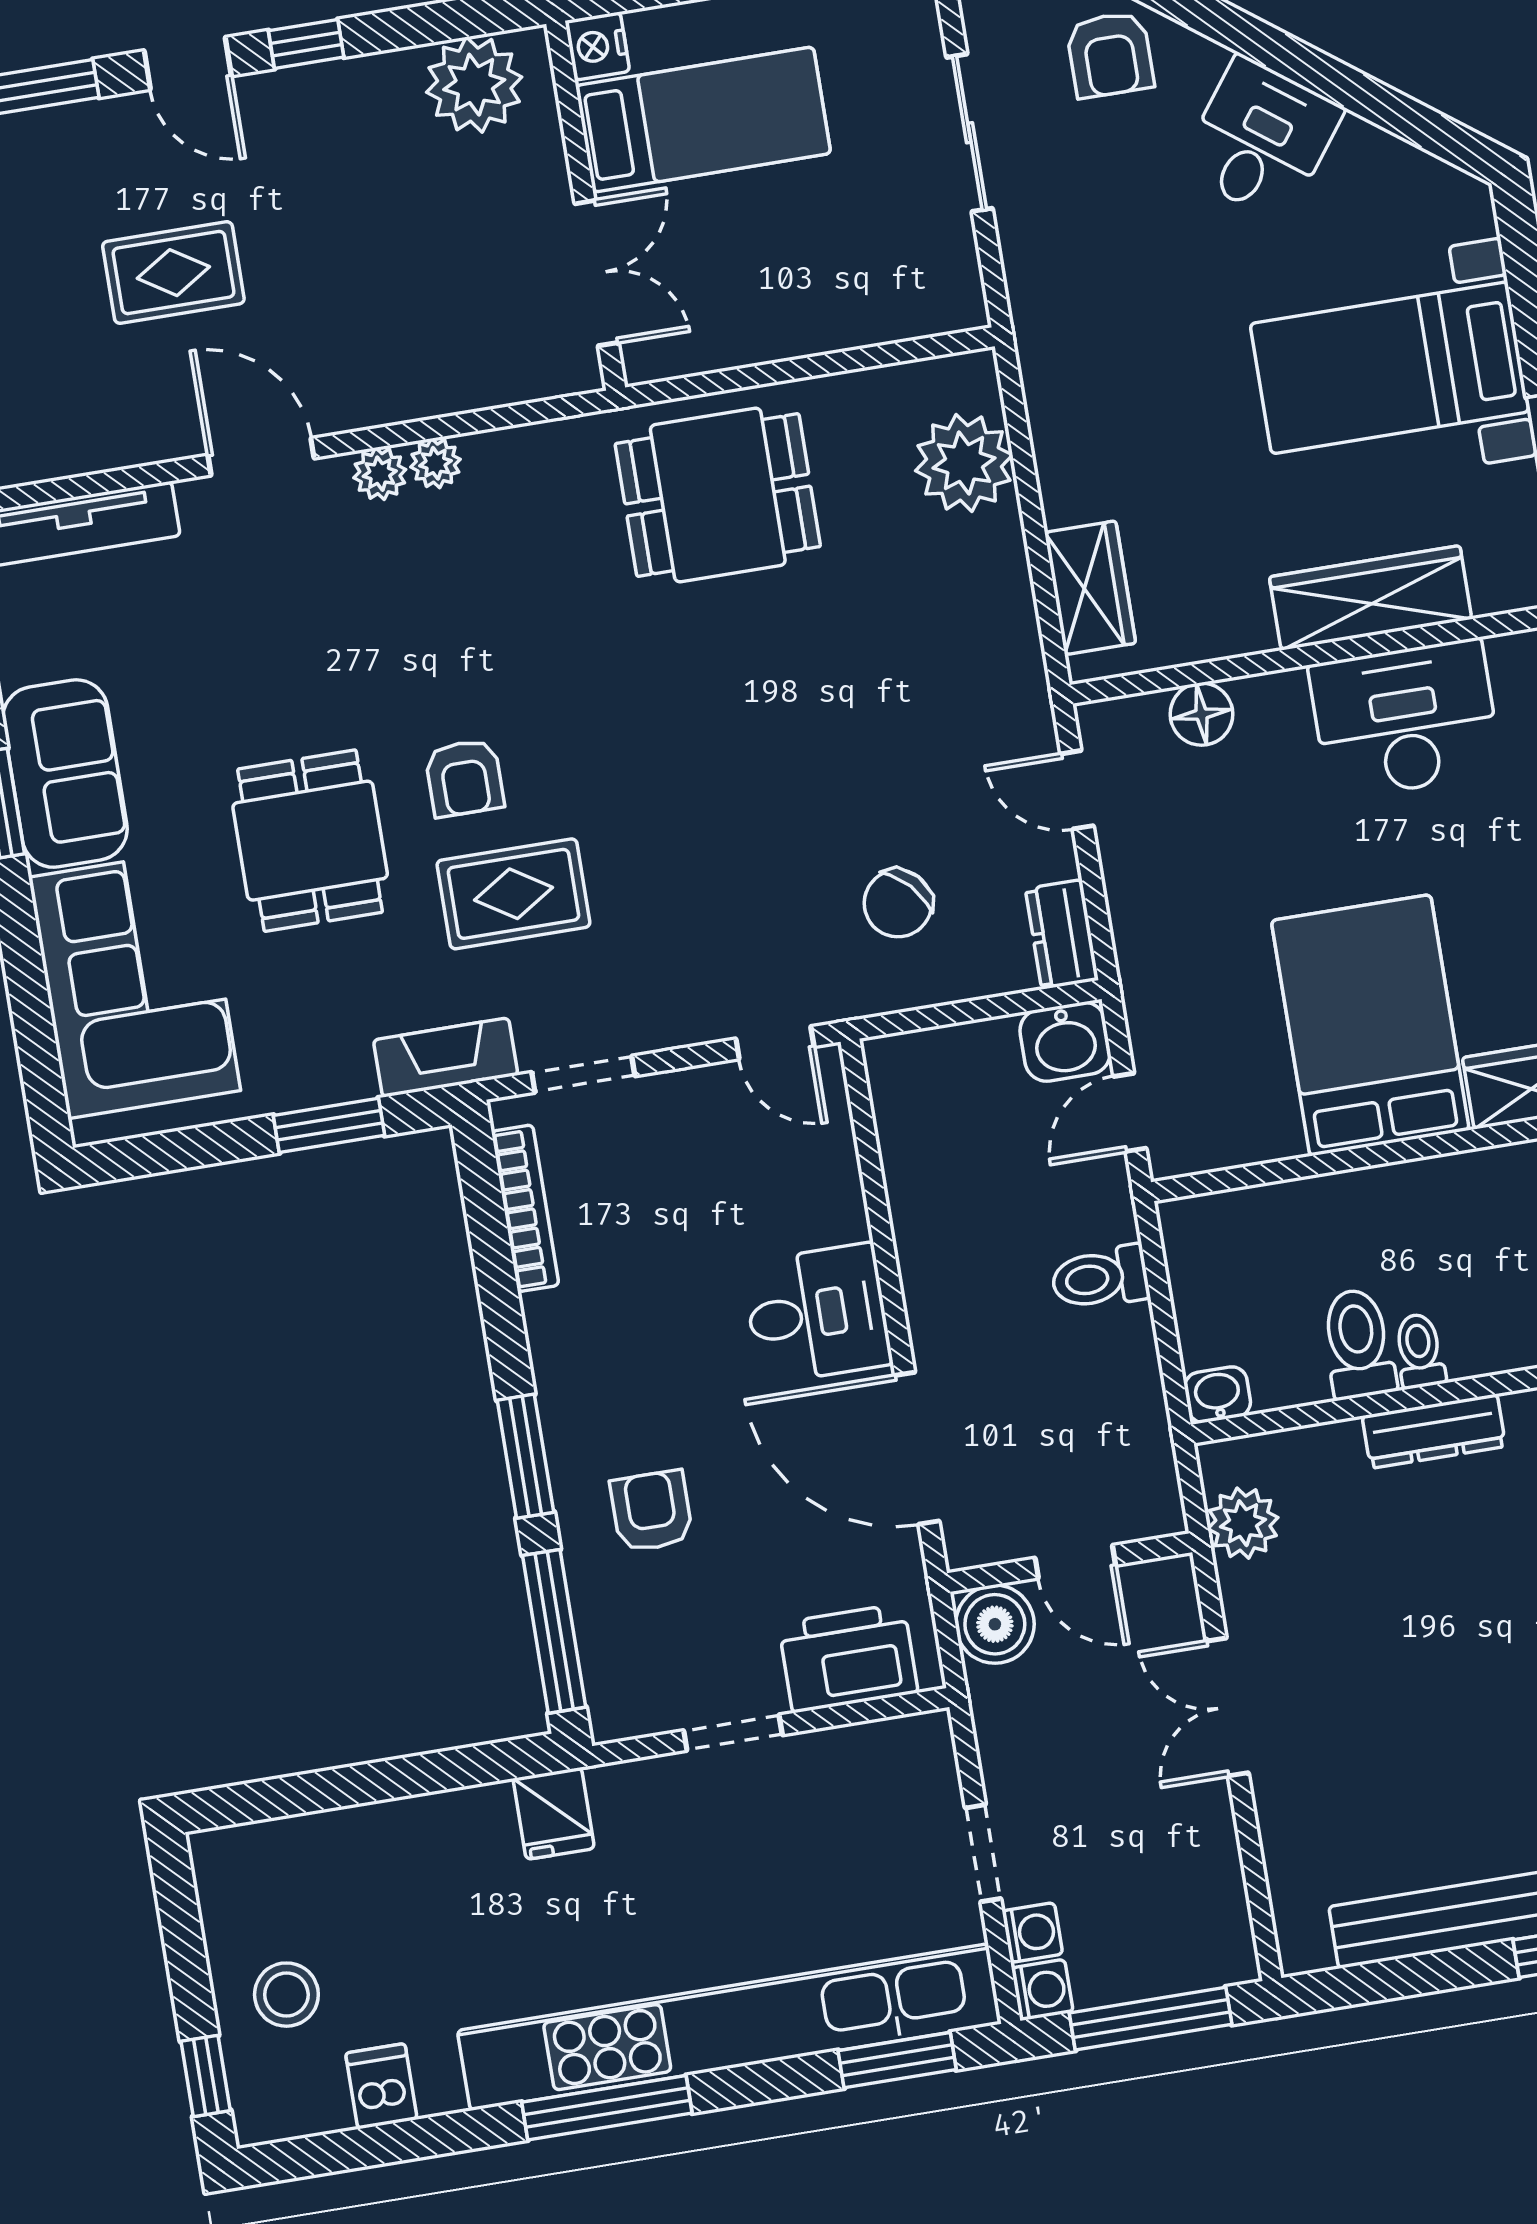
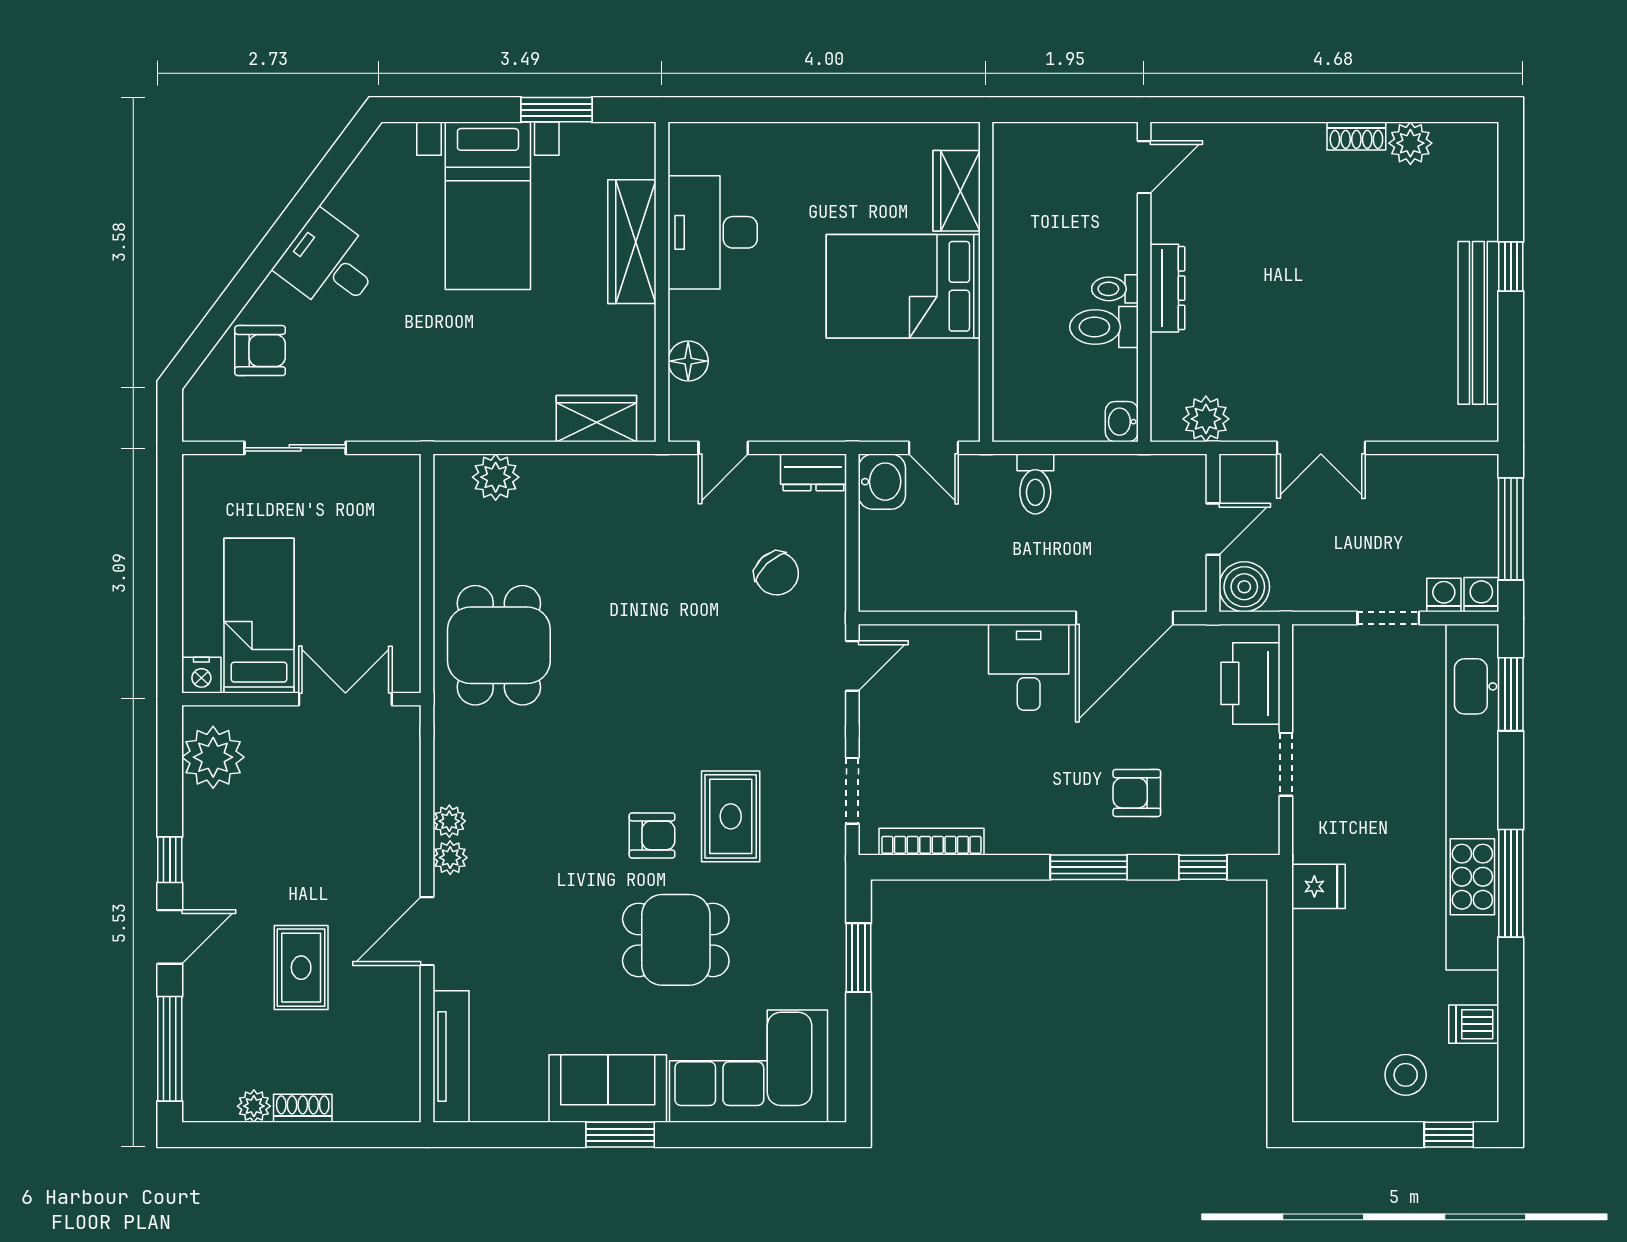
plant: (964, 463) -> (496, 477), width x0.73, depth x0.73
fireplace: (446, 1058) -> (828, 876), removed
window: (554, 1631) -> (1203, 867), width x0.46

